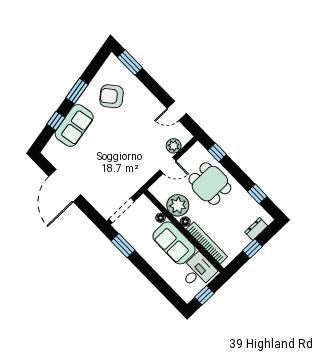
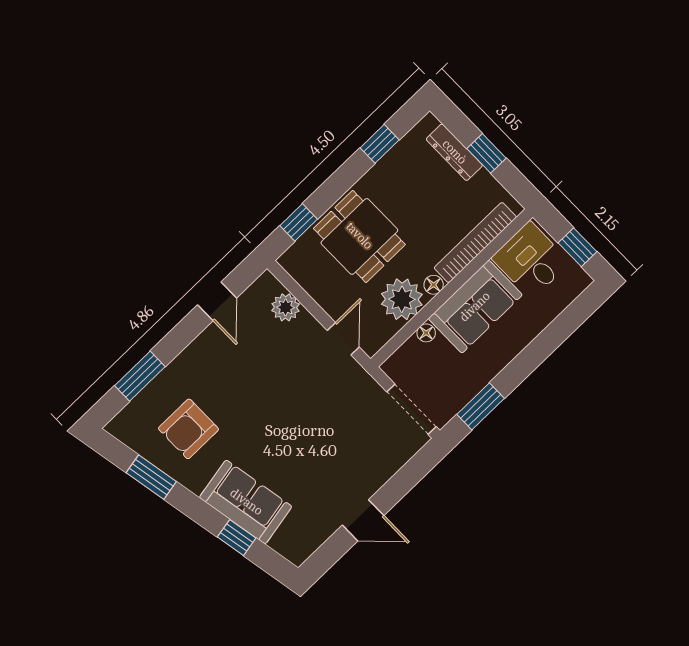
window: (130, 63) -> (140, 376), moved
window: (77, 91) -> (151, 477), moved
armchair: (112, 96) -> (188, 429), turned 40
door: (168, 165) -> (343, 339), moved
dining table: (210, 184) -> (359, 236), turned 90
door: (65, 186) -> (363, 520), width x0.53
dresser: (256, 229) -> (454, 152), width x1.44

